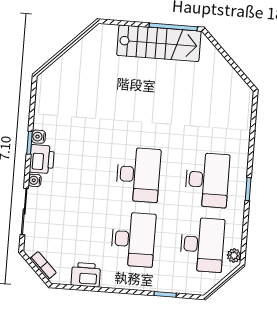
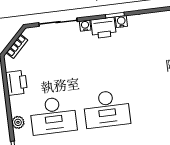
plant: (133, 283) -> (18, 122), added

